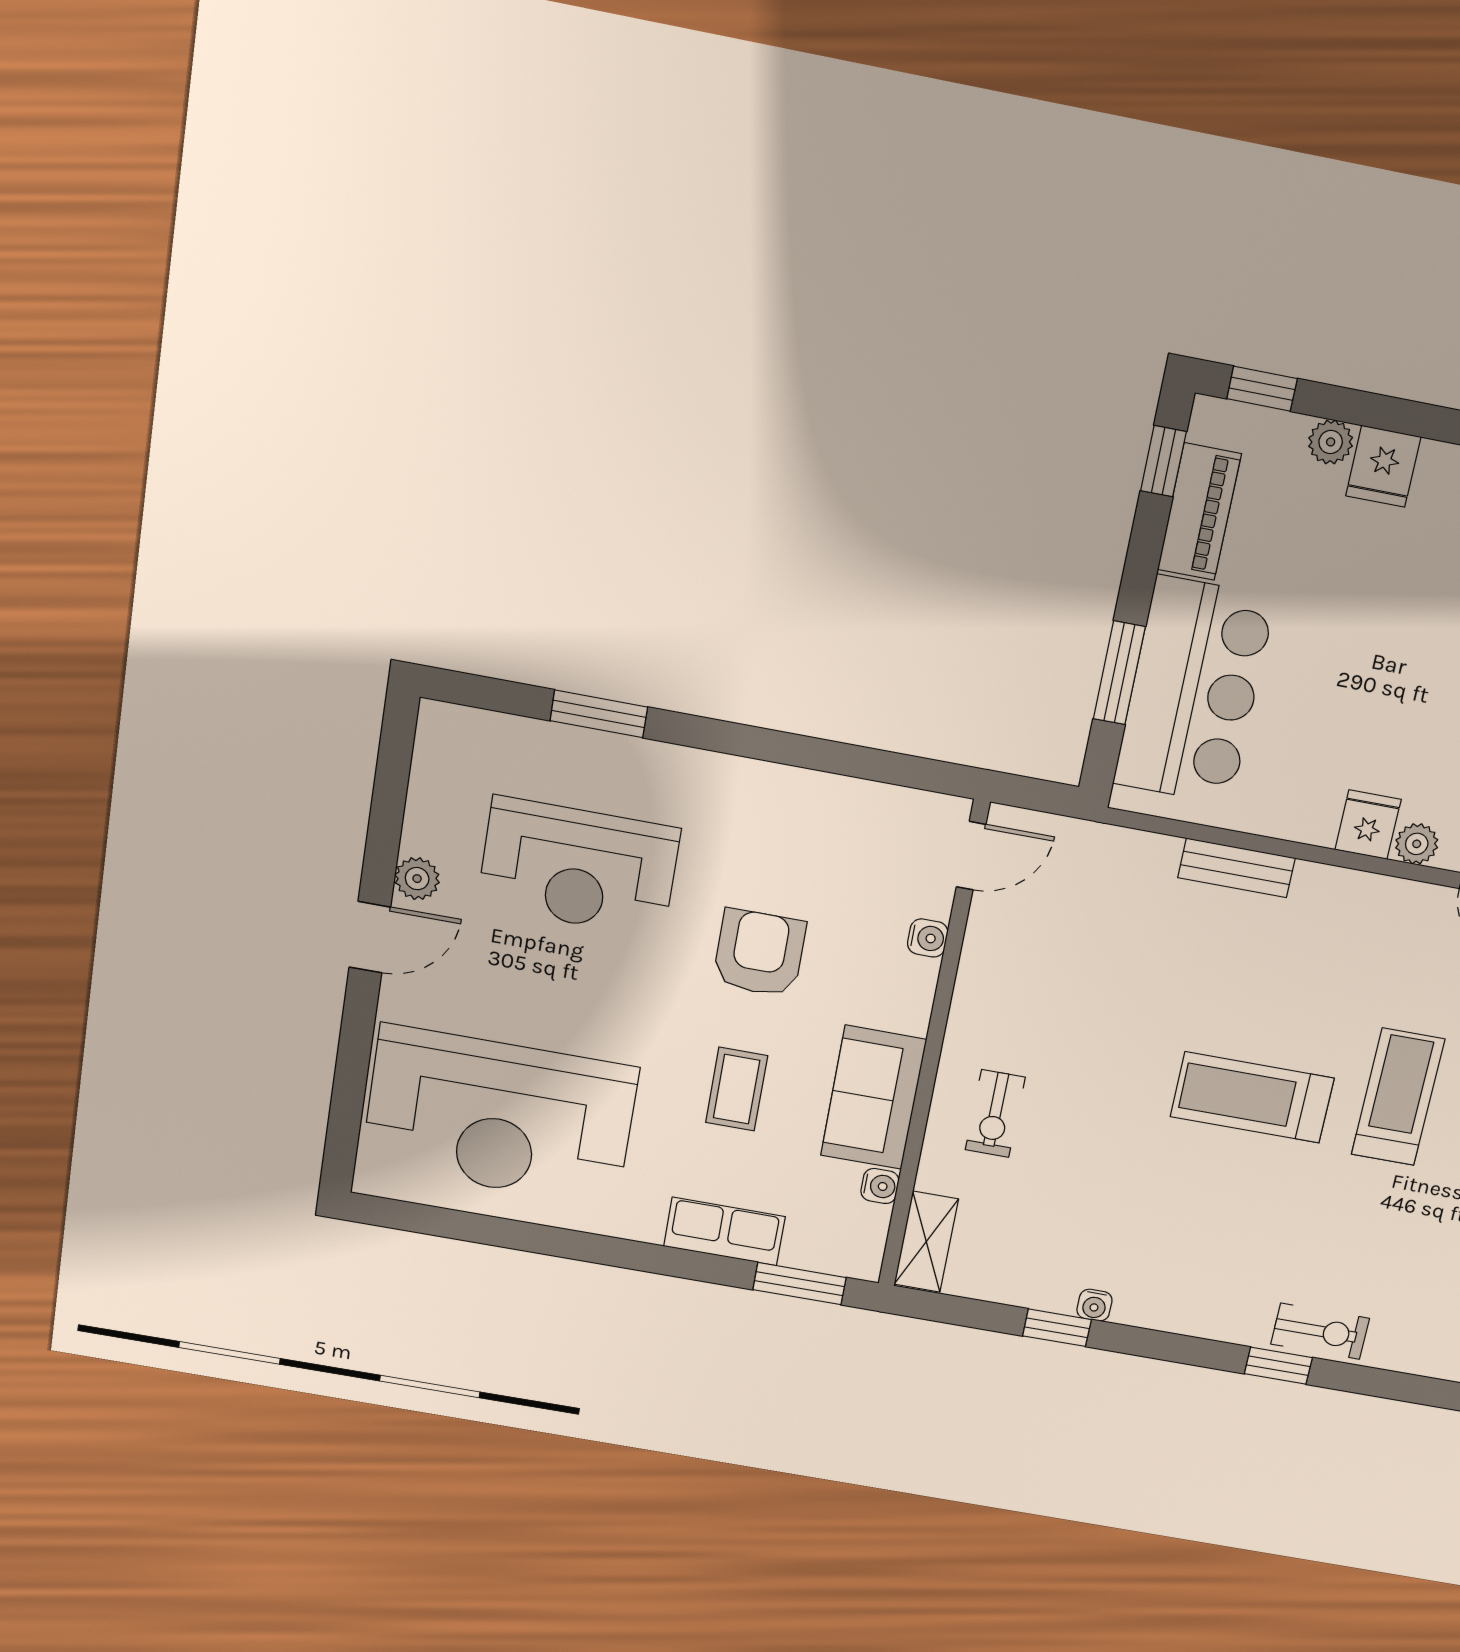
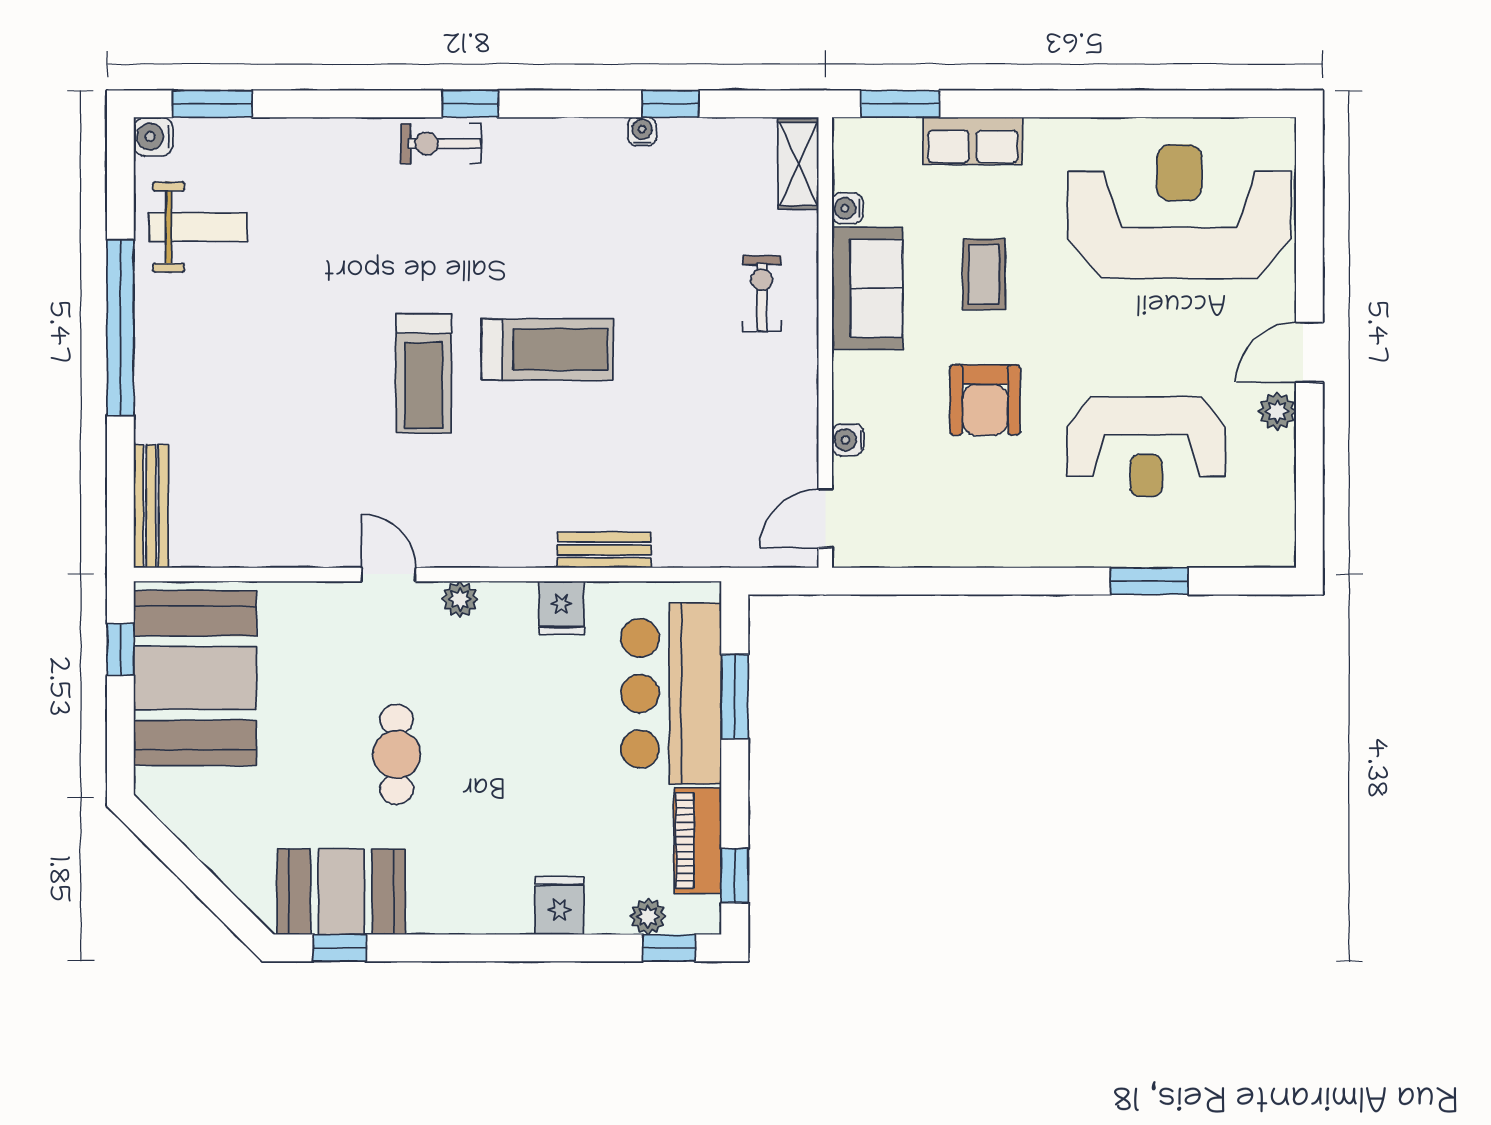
plant: (1331, 442) -> (648, 917), moved
fridge: (1368, 825) -> (562, 608), moved
reception desk: (579, 867) -> (1146, 447), turned 180

